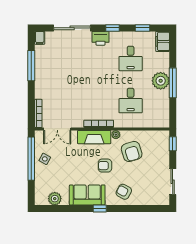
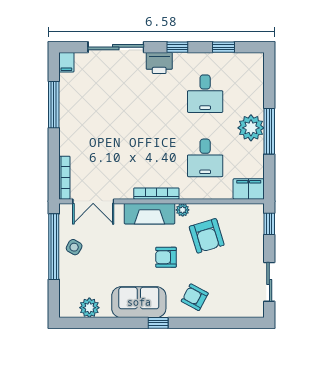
filing cabinet: (163, 41) -> (249, 189), moved, turned 90

